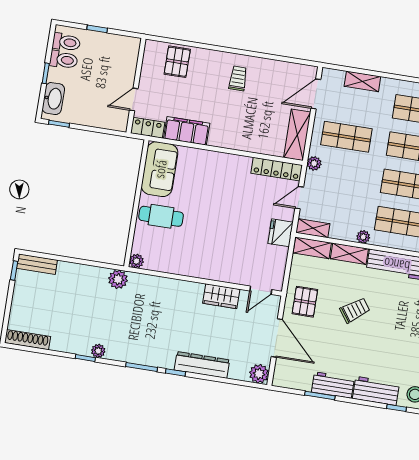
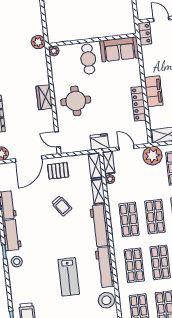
filing cabinet: (187, 131) -> (154, 91), moved
plant: (314, 163) -> (152, 156), width x1.88, depth x1.88
locker: (277, 169) -> (139, 104), moved
plant: (363, 237) -> (110, 179), moved
round table: (214, 250) -> (76, 101), added
wardrobe: (221, 296) -> (44, 97), moved

